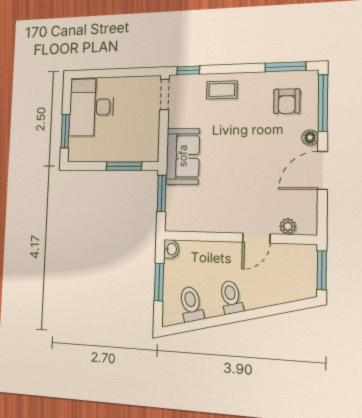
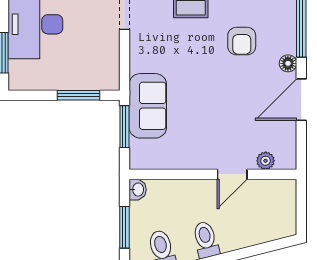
armchair: (287, 101) -> (242, 41), moved
sofa: (183, 156) -> (148, 106), moved
window: (322, 270) -> (301, 206), removed

